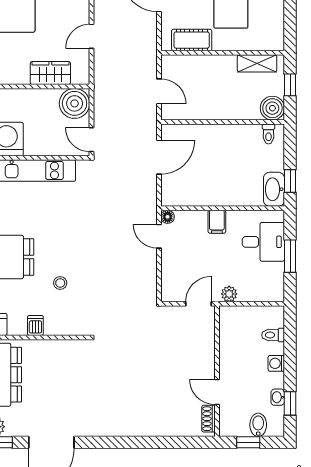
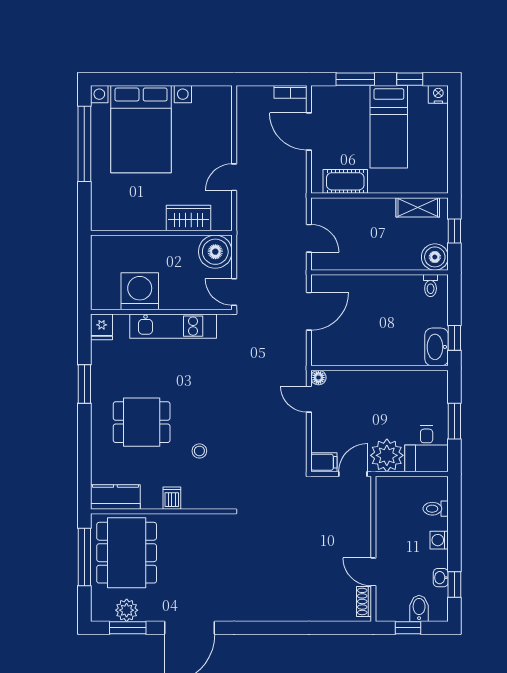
filing cabinet: (217, 222) -> (324, 462), moved, turned -90
desk: (263, 242) -> (427, 449), moved, turned 90
plant: (229, 294) -> (387, 455), width x1.87, depth x1.87

